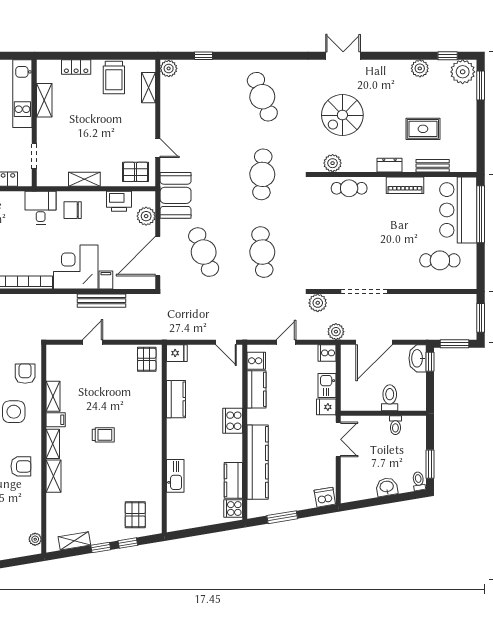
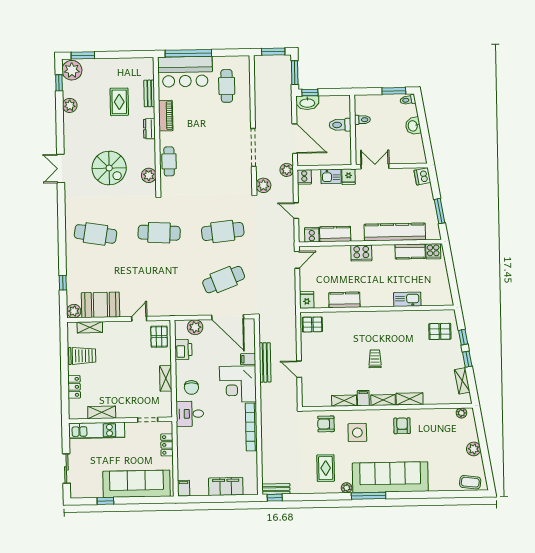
cafe table: (262, 97) -> (95, 234), turned 30
booth: (176, 195) -> (100, 305), moved

